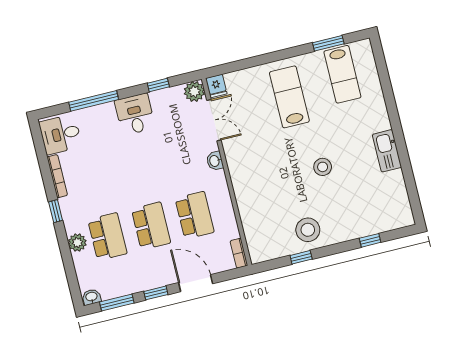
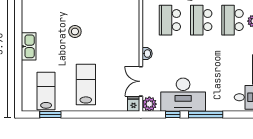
lab bench: (289, 97) -> (86, 85), turned 180
window: (94, 101) -> (206, 114), moved
desk: (135, 114) -> (183, 95), width x1.87, depth x1.30
kitchen sink: (387, 151) -> (29, 46), moved

